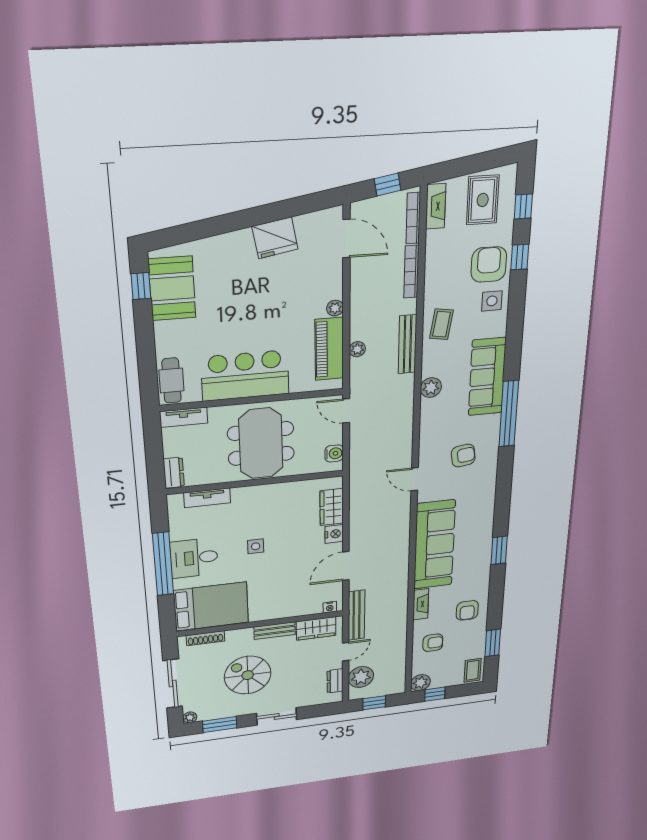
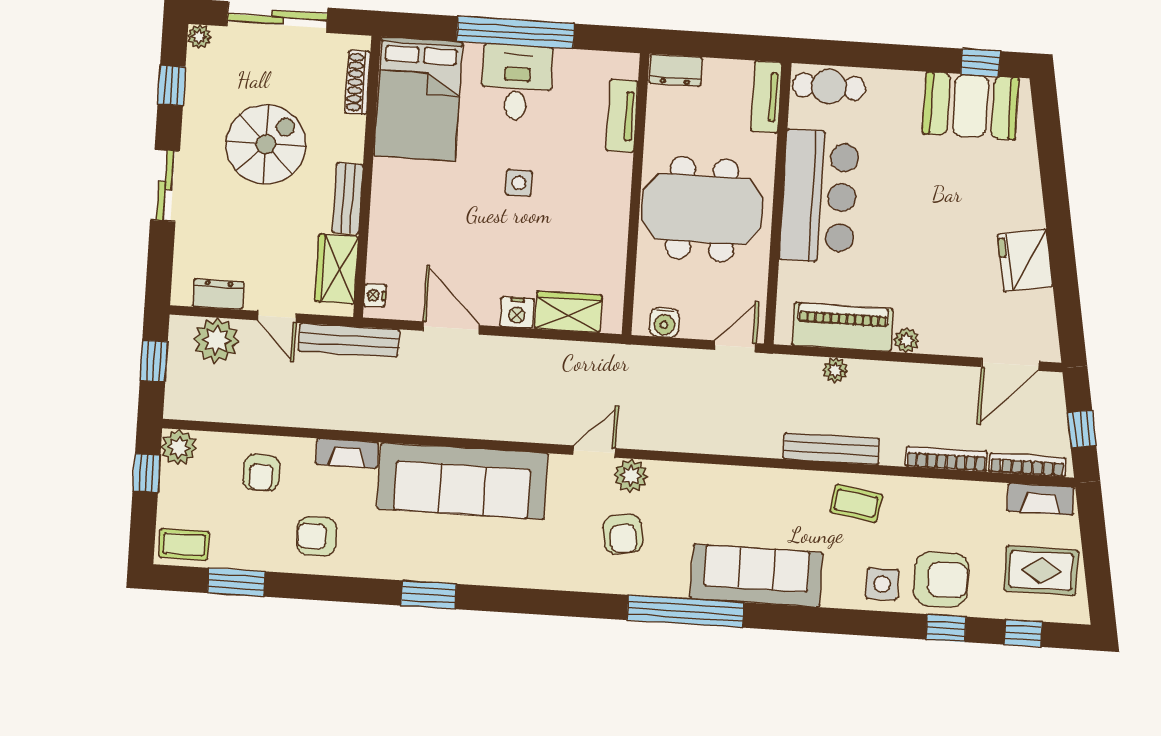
plant: (431, 388) -> (631, 476), moved
window: (220, 724) -> (172, 86), width x0.67

